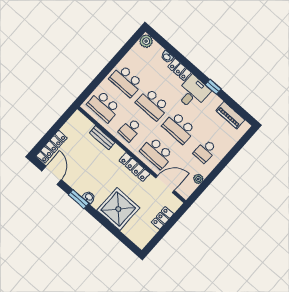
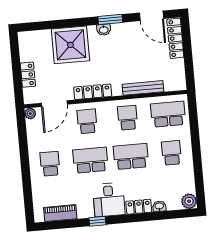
school desk: (126, 81) -> (171, 153), width x0.54
bench: (102, 138) -> (143, 88), width x1.36
school desk: (157, 153) -> (87, 121), width x0.54
plant: (198, 179) -> (30, 114), moved

